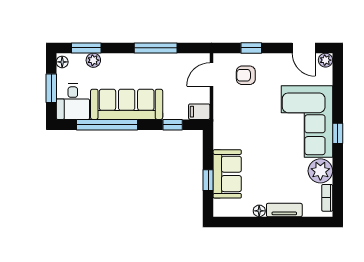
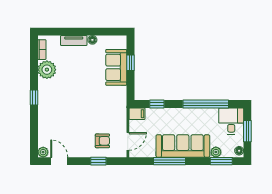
sofa: (127, 104) -> (183, 146), moved, turned 180
corner sofa: (307, 121) -> (57, 106), removed

